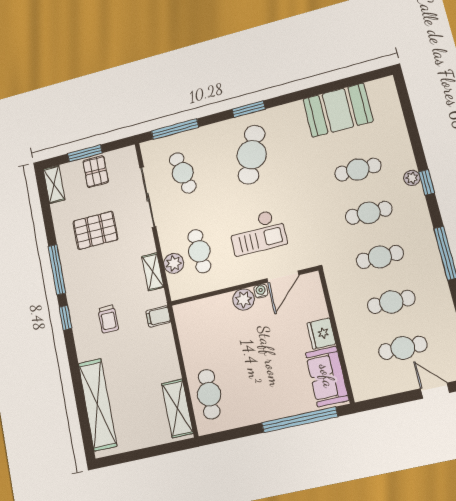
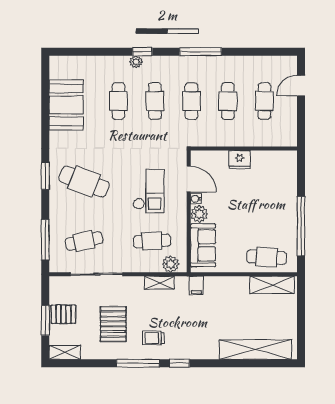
plant: (174, 263) -> (171, 264), moved
trolley: (108, 319) -> (153, 338), moved, turned 180
sofa: (327, 376) -> (203, 245), moved, turned -90
window: (300, 420) -> (301, 226), moved

